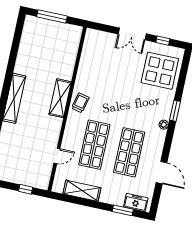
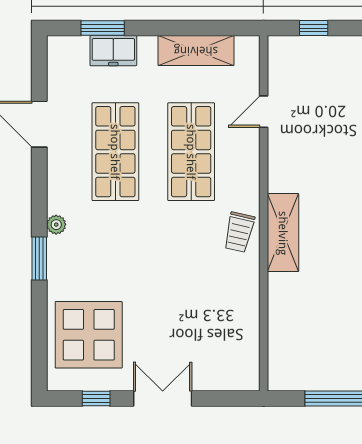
freezer: (136, 202) -> (113, 51), moved

